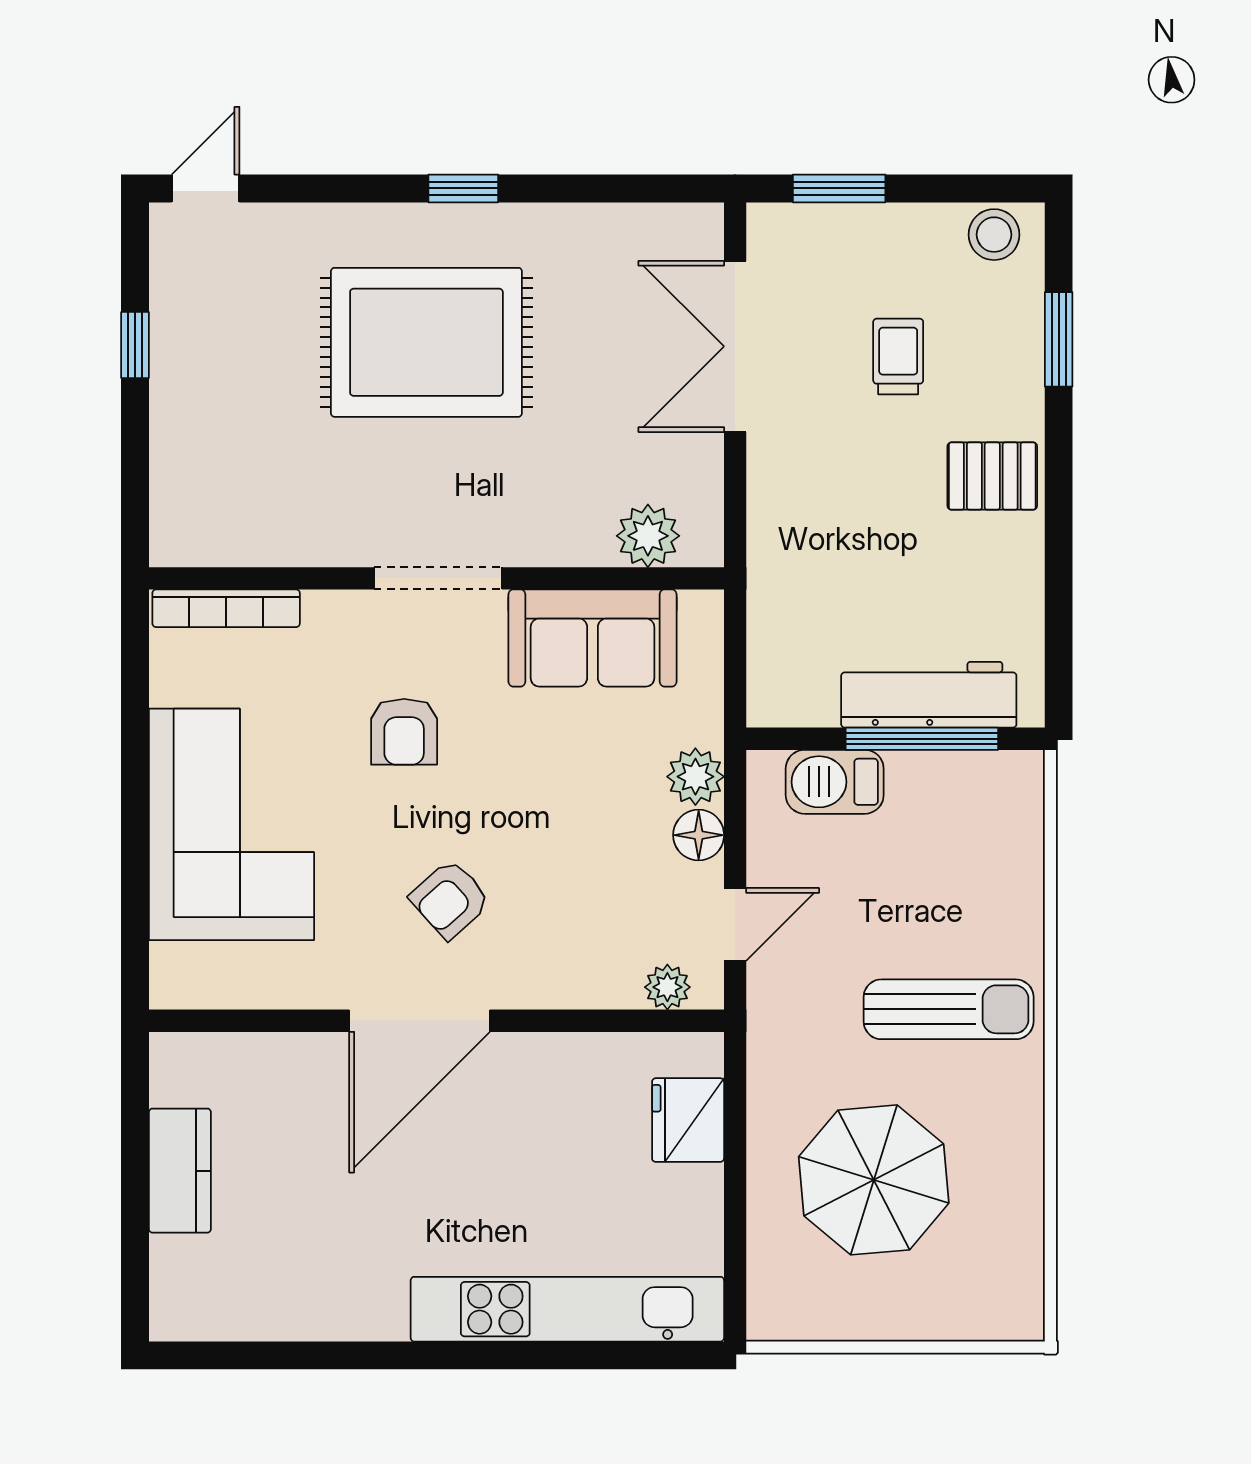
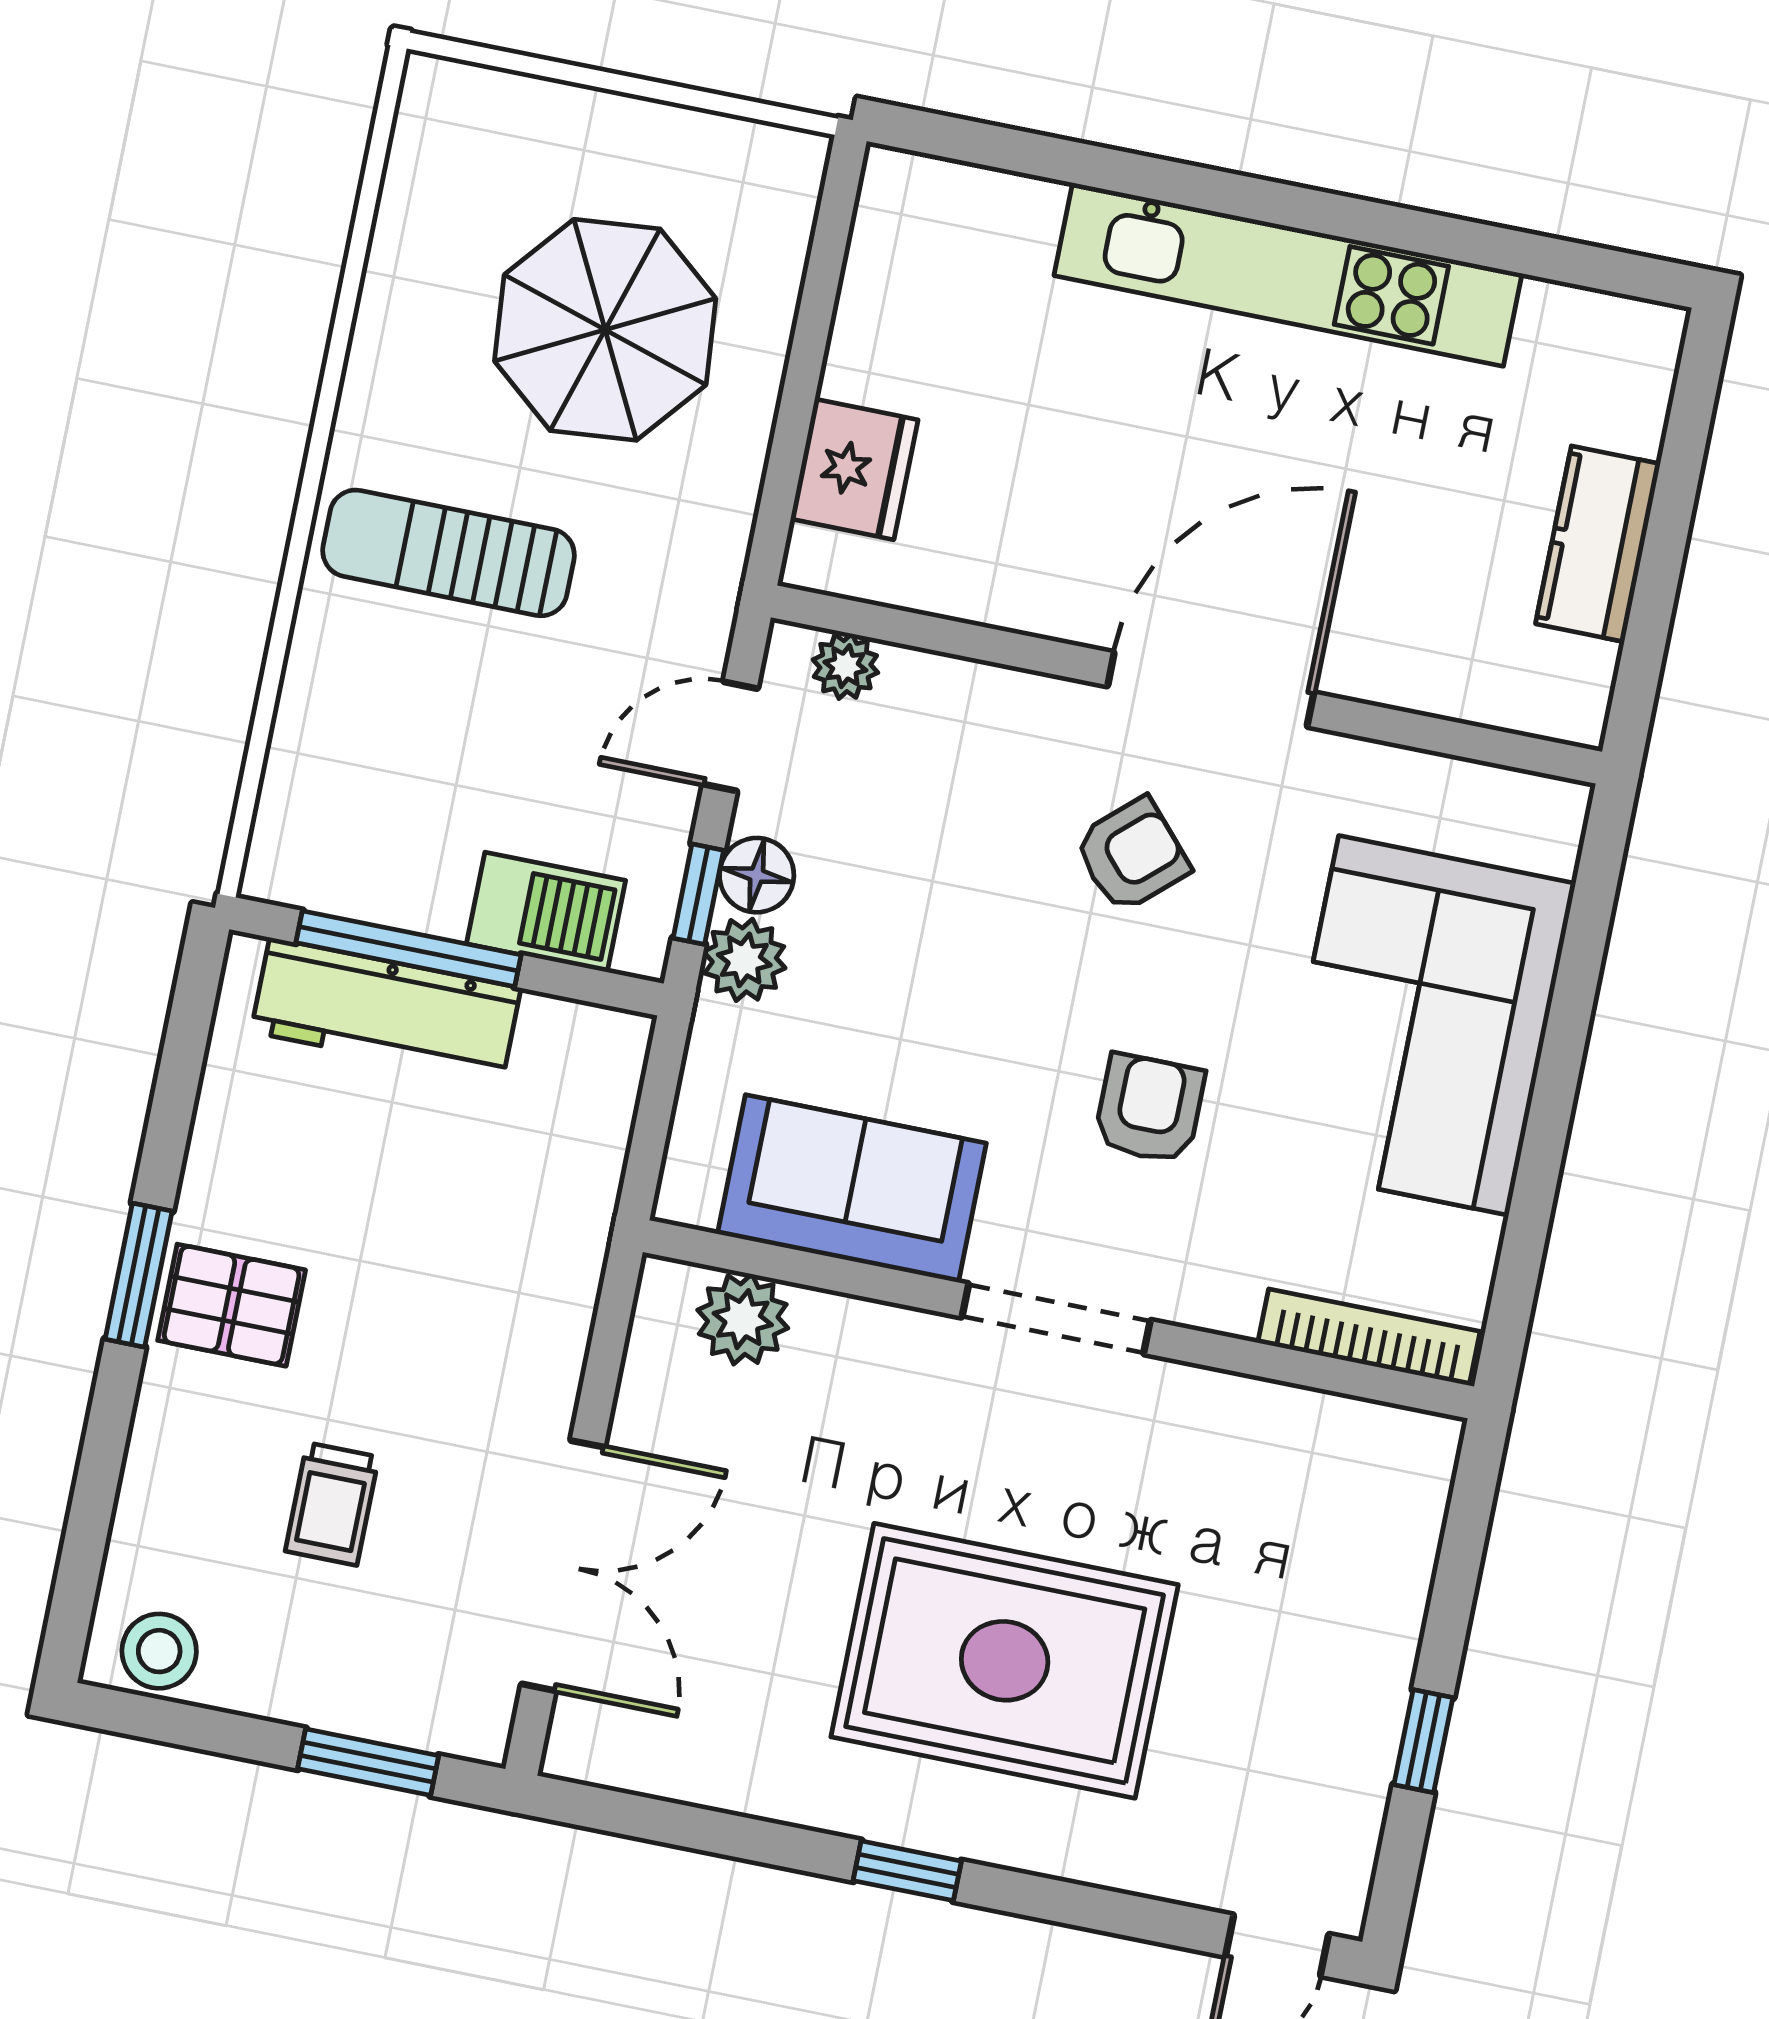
window: (1059, 339) -> (139, 1275), moved
window: (735, 814) -> (698, 894), added
kitchen unit: (567, 1309) -> (1288, 274), moved

